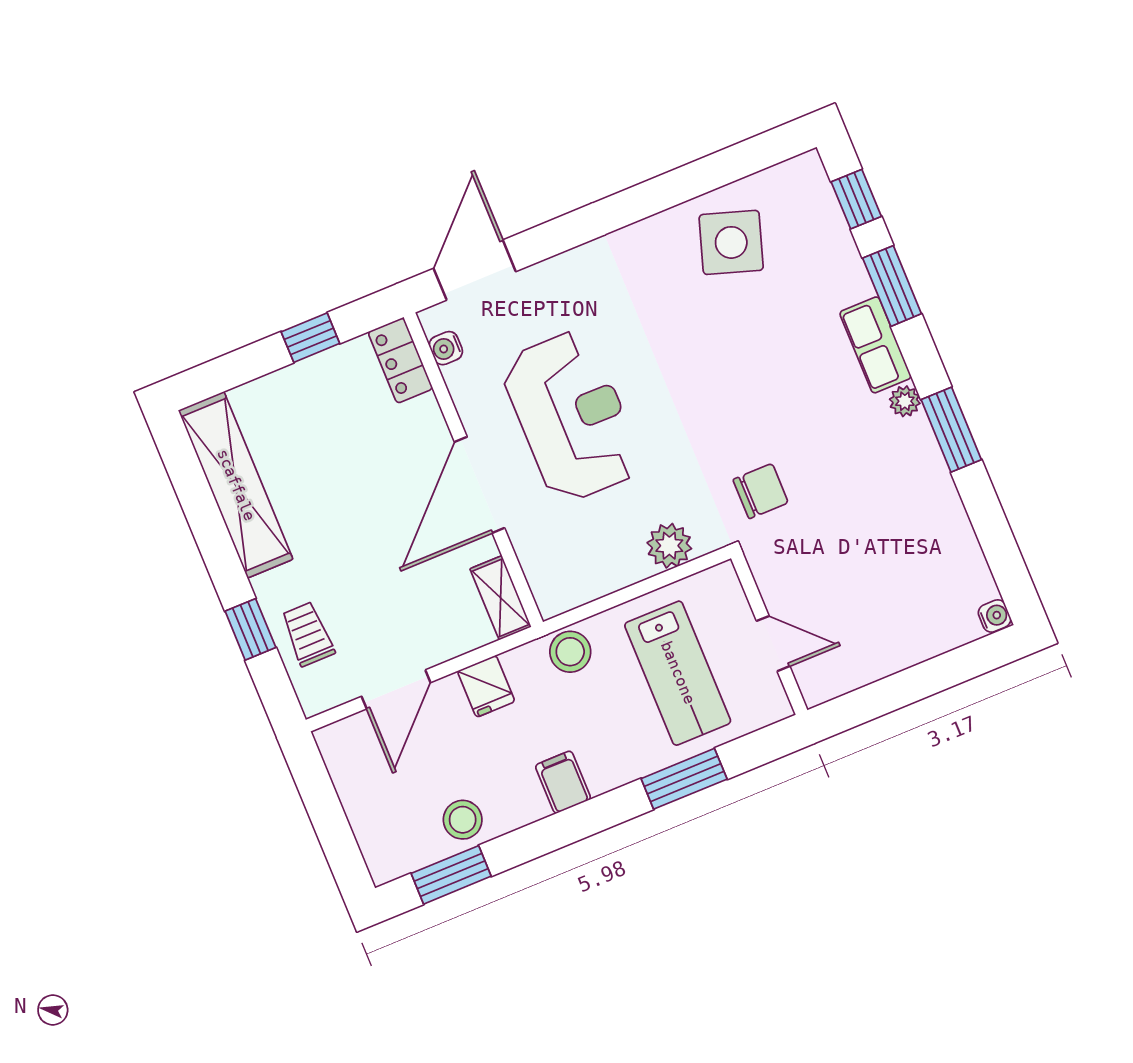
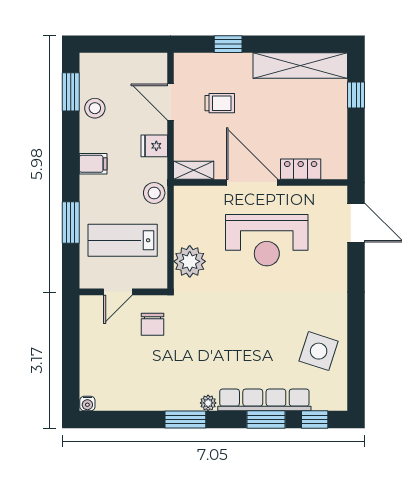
window: (310, 338) -> (356, 95), moved
row of seats: (875, 345) -> (264, 400), width x2.02
water cooler: (446, 348) -> (324, 193), removed
locker: (400, 360) -> (301, 169), moved
chair: (761, 491) -> (153, 324), moved
plant: (669, 546) -> (190, 261), width x1.36, depth x1.36
trolley: (308, 634) -> (220, 103), moved

